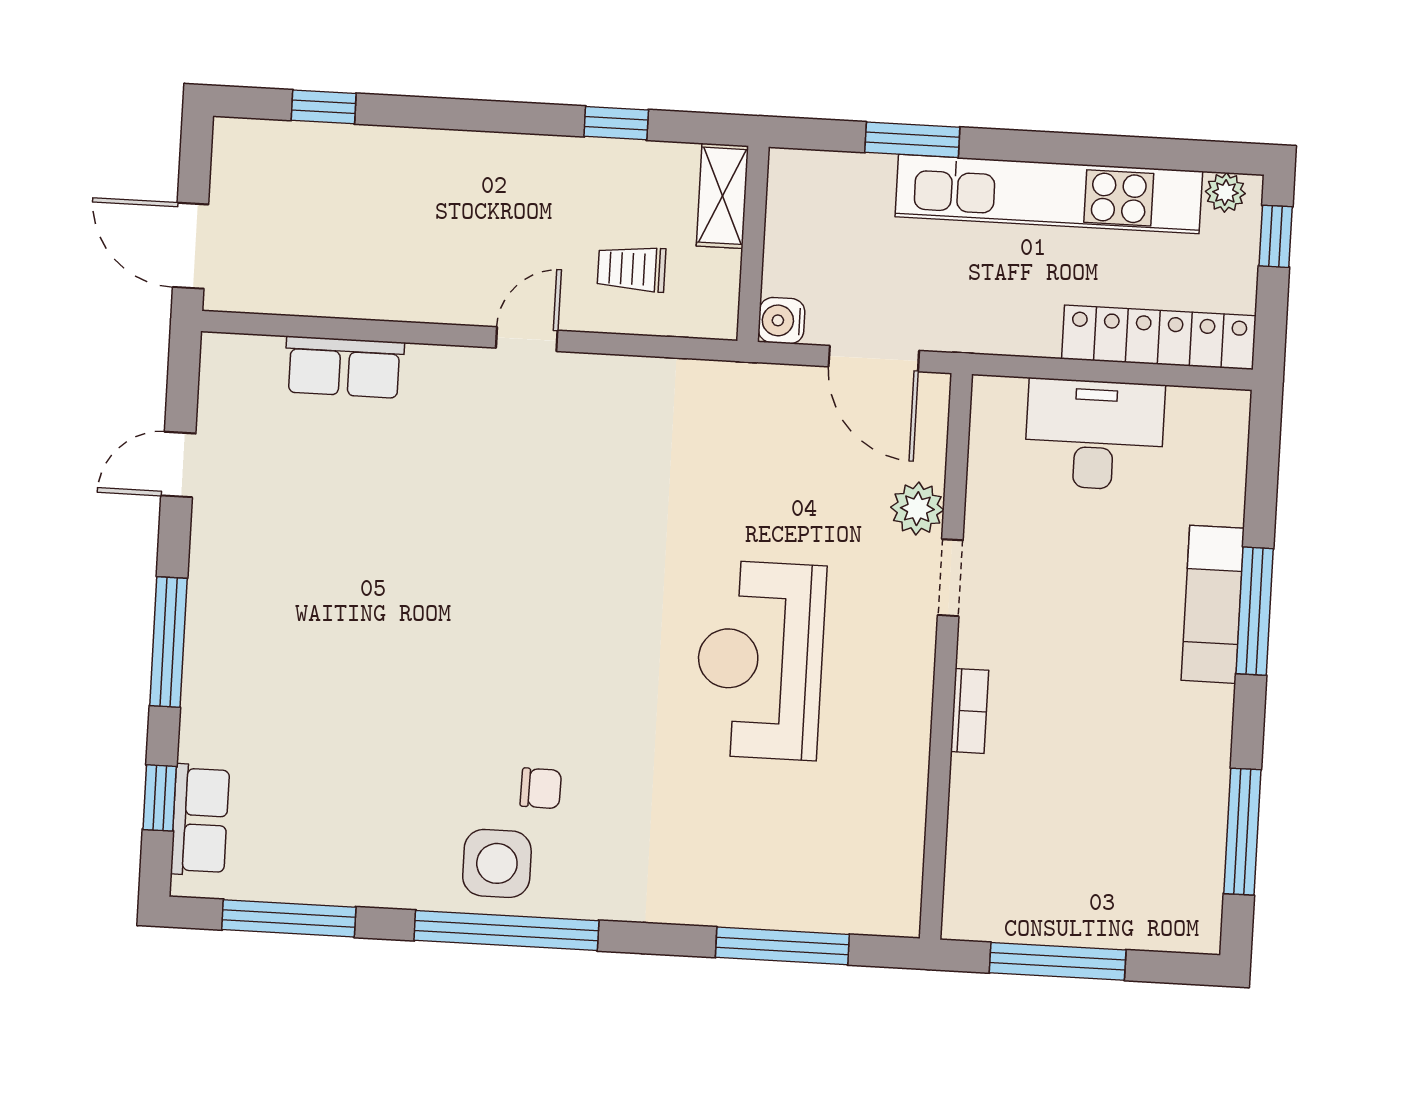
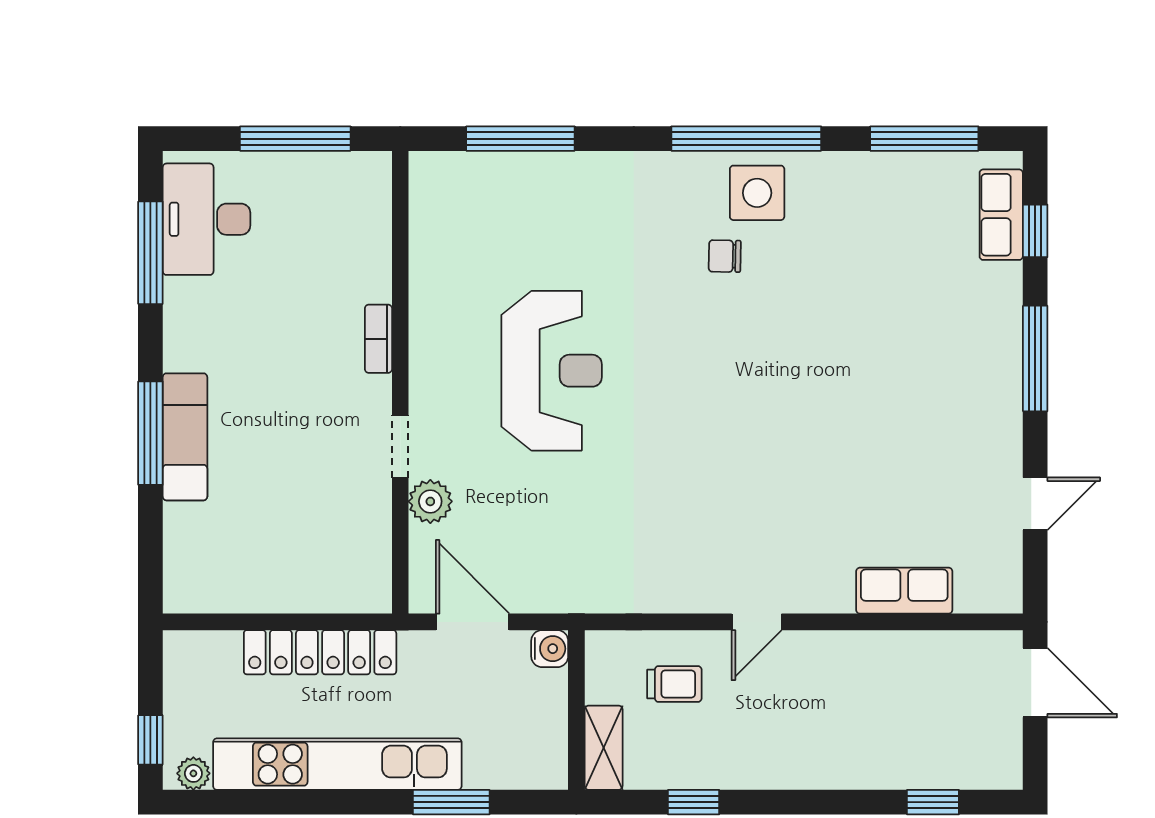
locker: (1159, 337) -> (320, 652), moved
desk: (1095, 435) -> (207, 219), moved, turned 90

